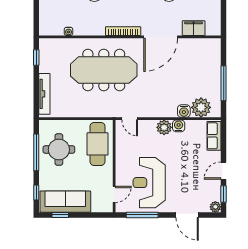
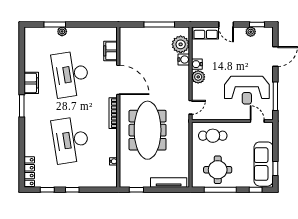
cafe table: (98, 144) -> (213, 136), width x0.73, depth x0.74
door: (224, 171) -> (226, 24), moved
plant: (215, 207) -> (251, 32), moved

